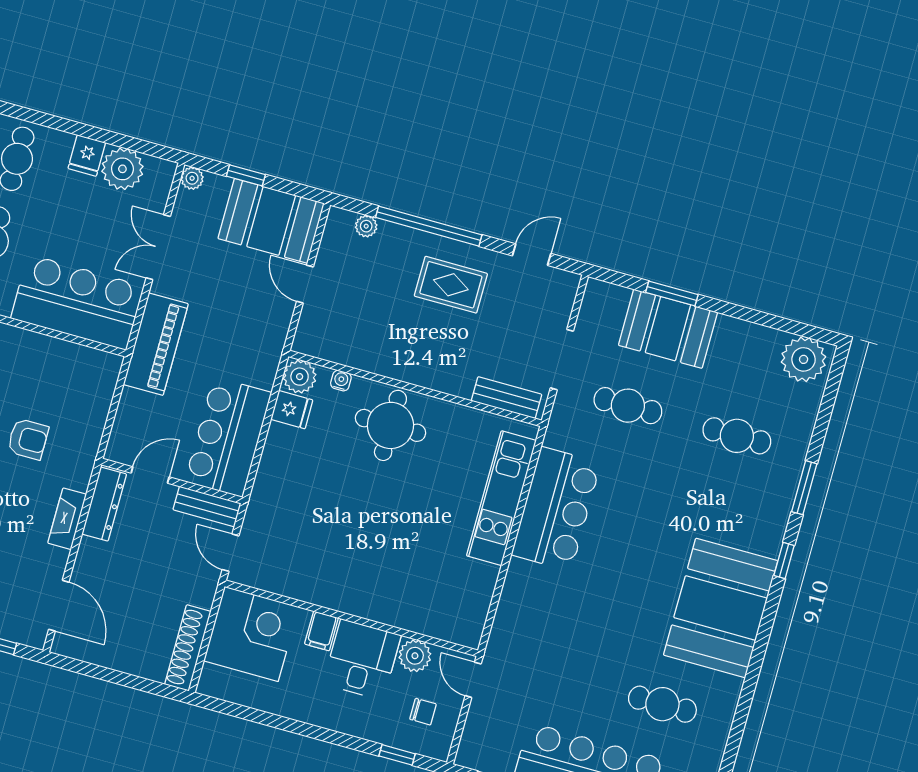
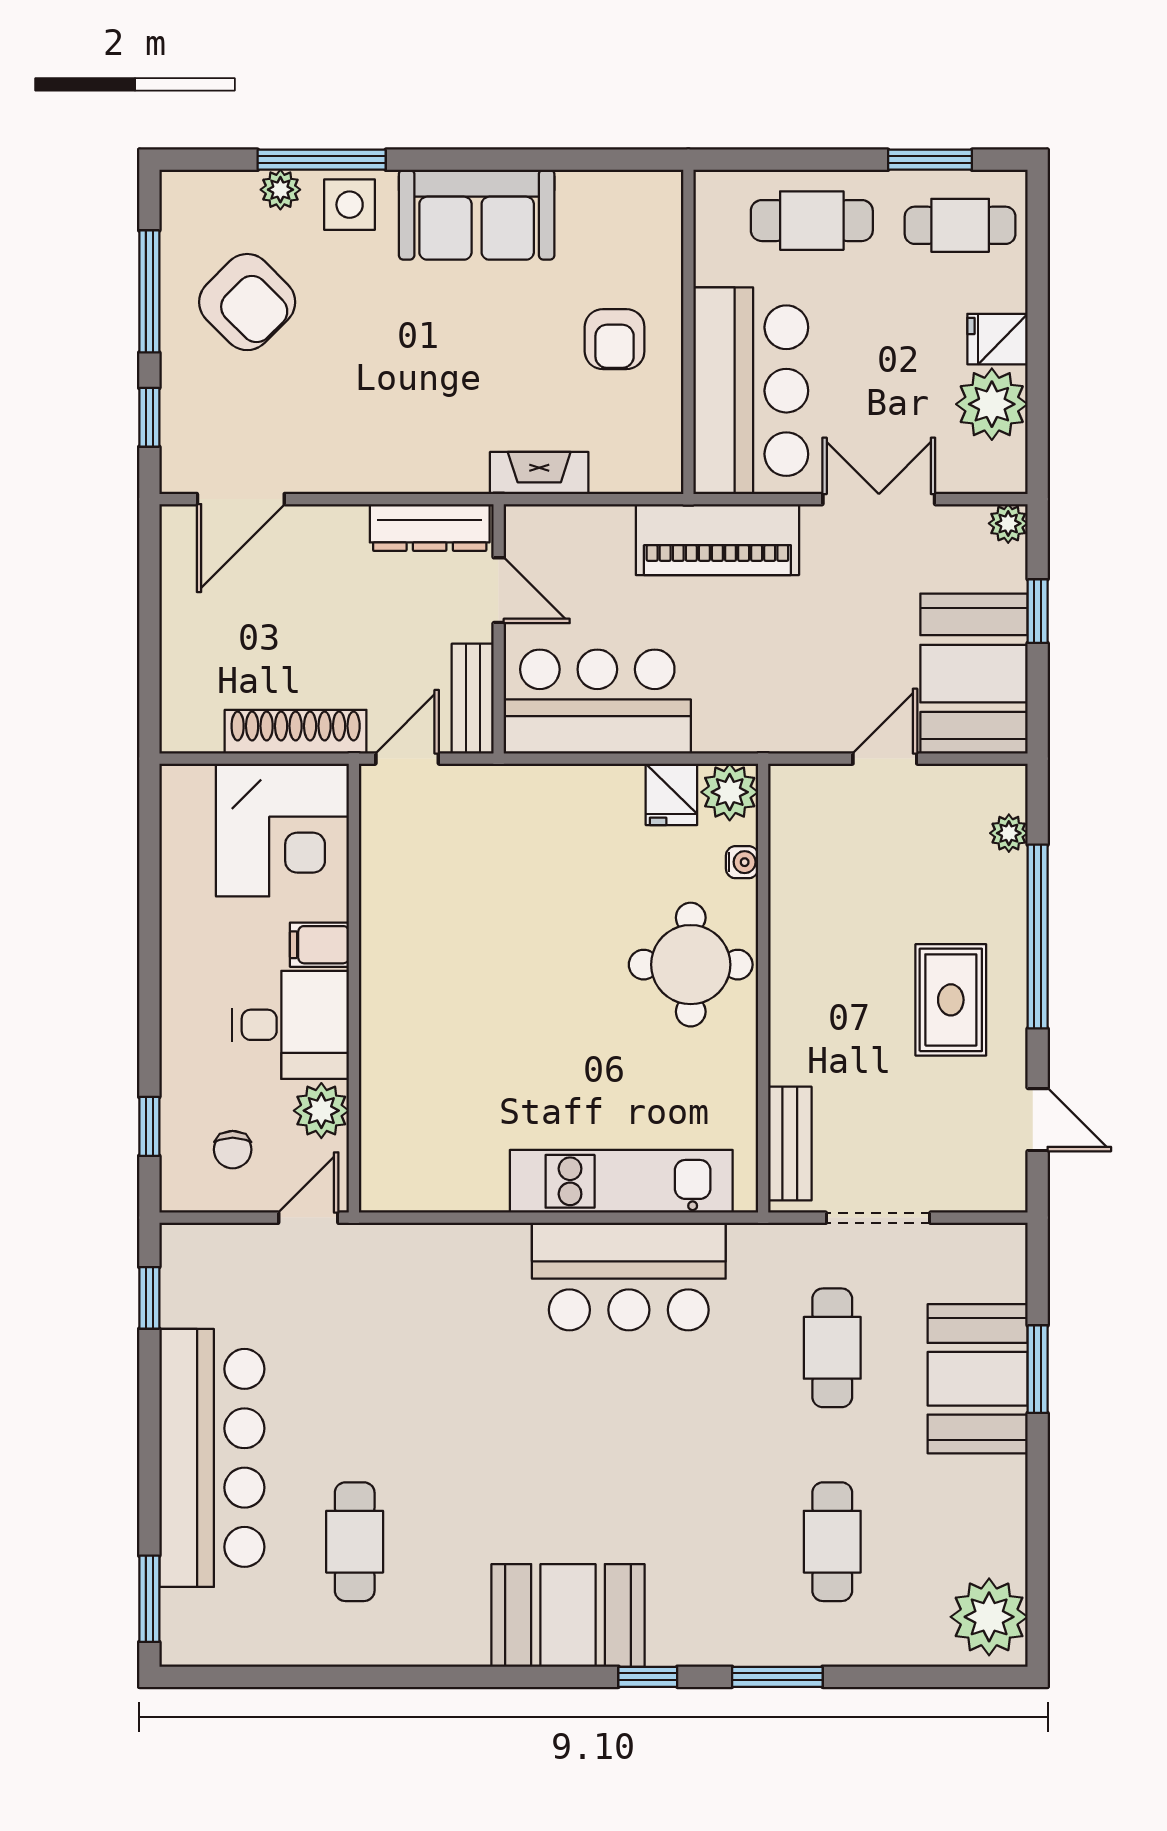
armchair: (28, 439) -> (615, 339), moved
fireplace: (67, 519) -> (539, 473), moved
booth: (721, 608) -> (568, 1615), width x0.73, depth x0.70
shoe rack: (188, 648) -> (296, 732), moved

